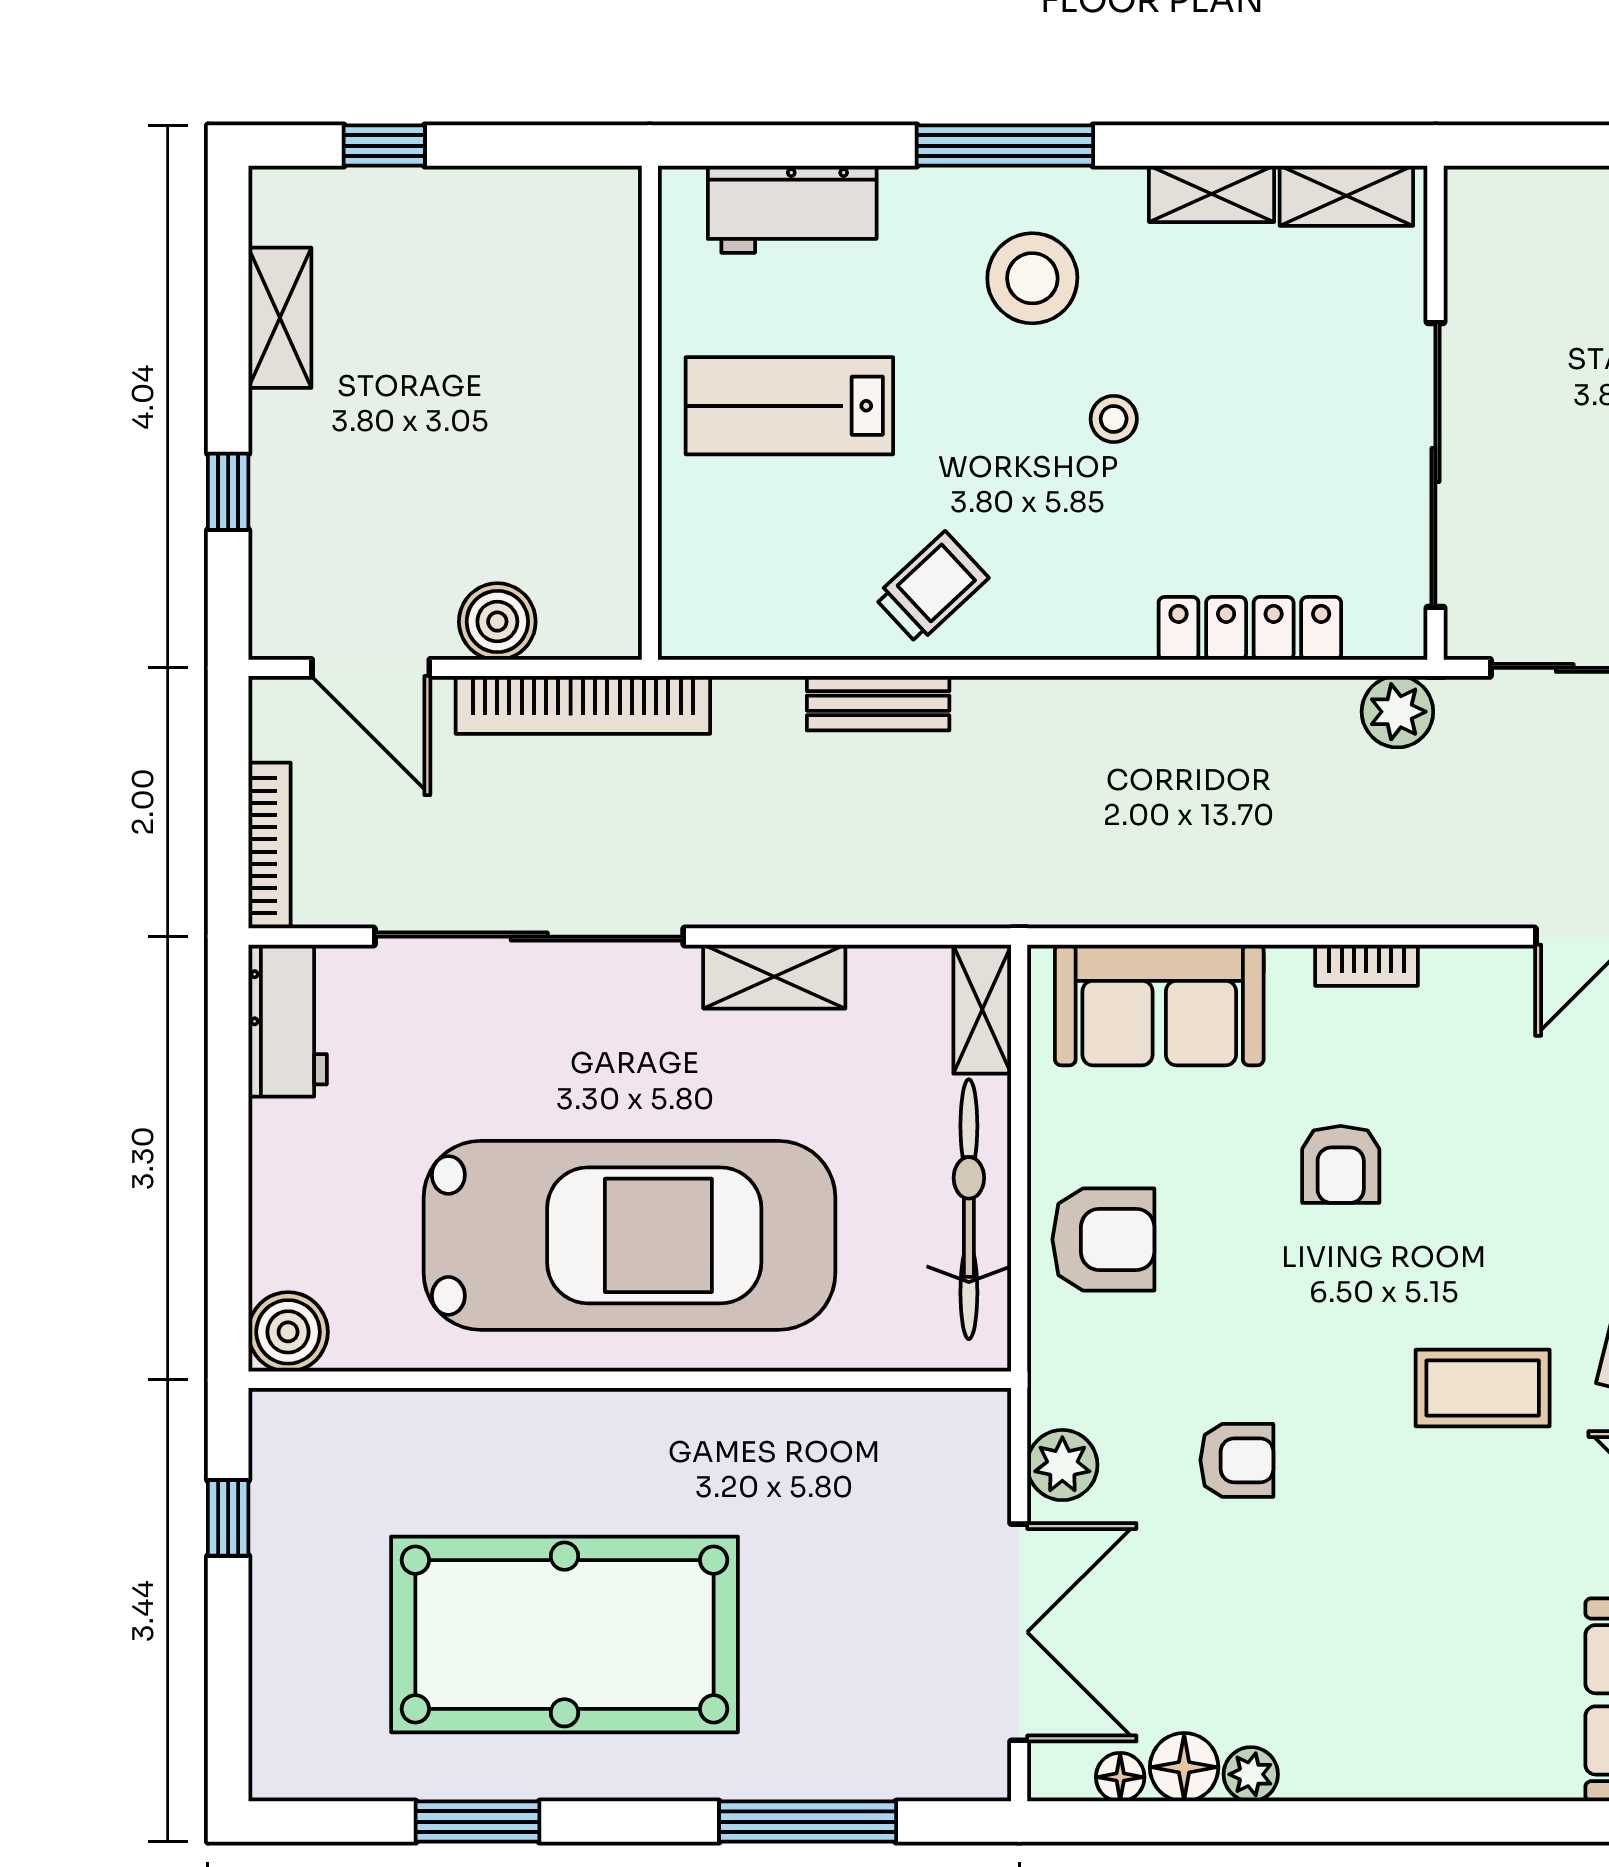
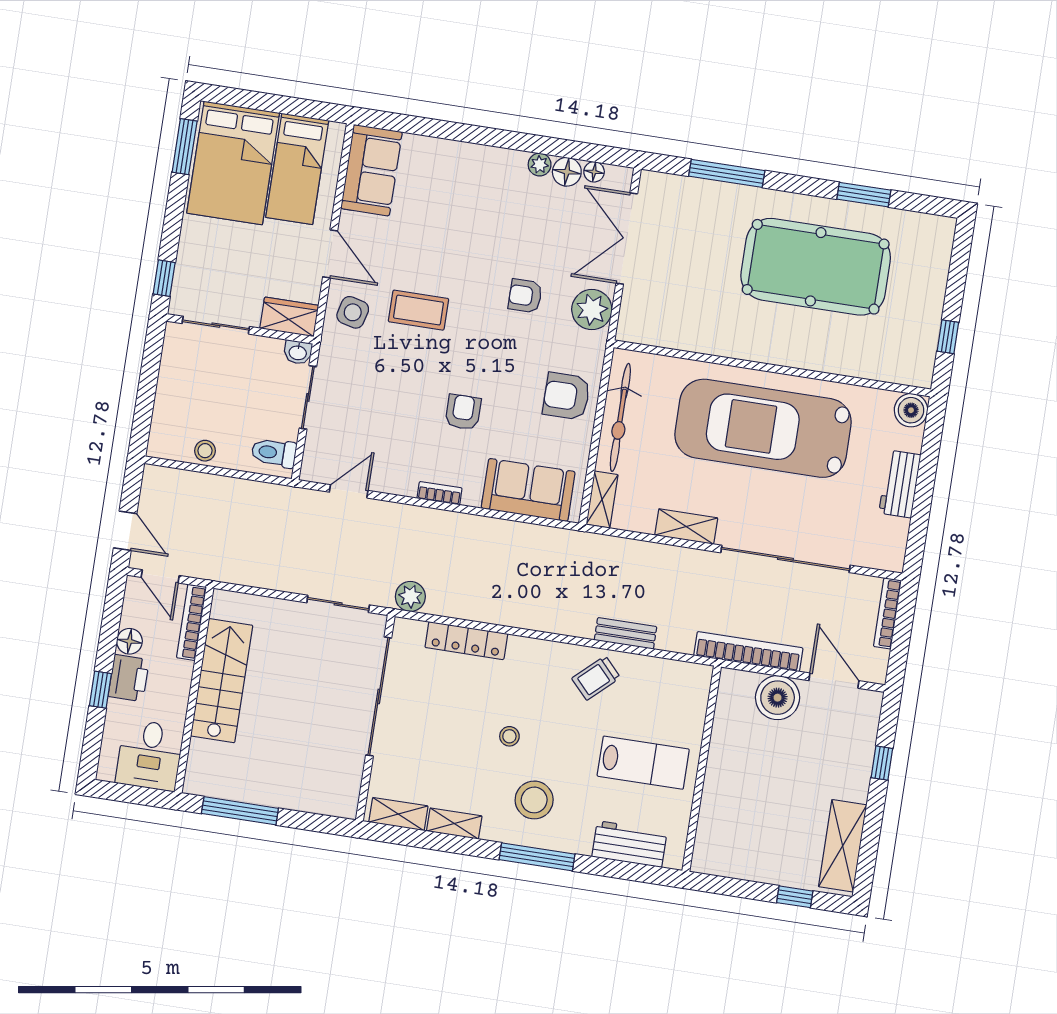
shelving: (280, 318) -> (843, 846), width x1.50, depth x1.33
boiler: (497, 622) -> (778, 698), width x1.37, depth x1.37
workbench: (288, 1021) -> (900, 484), moved
plant: (1062, 1465) -> (592, 310), width x1.36, depth x1.36

